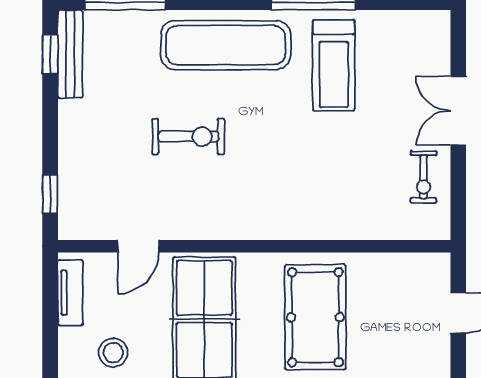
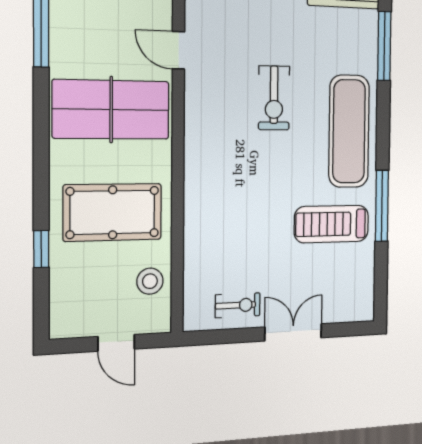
exercise bike: (424, 177) -> (238, 305), turned 180
stool: (113, 353) -> (150, 281), moved

